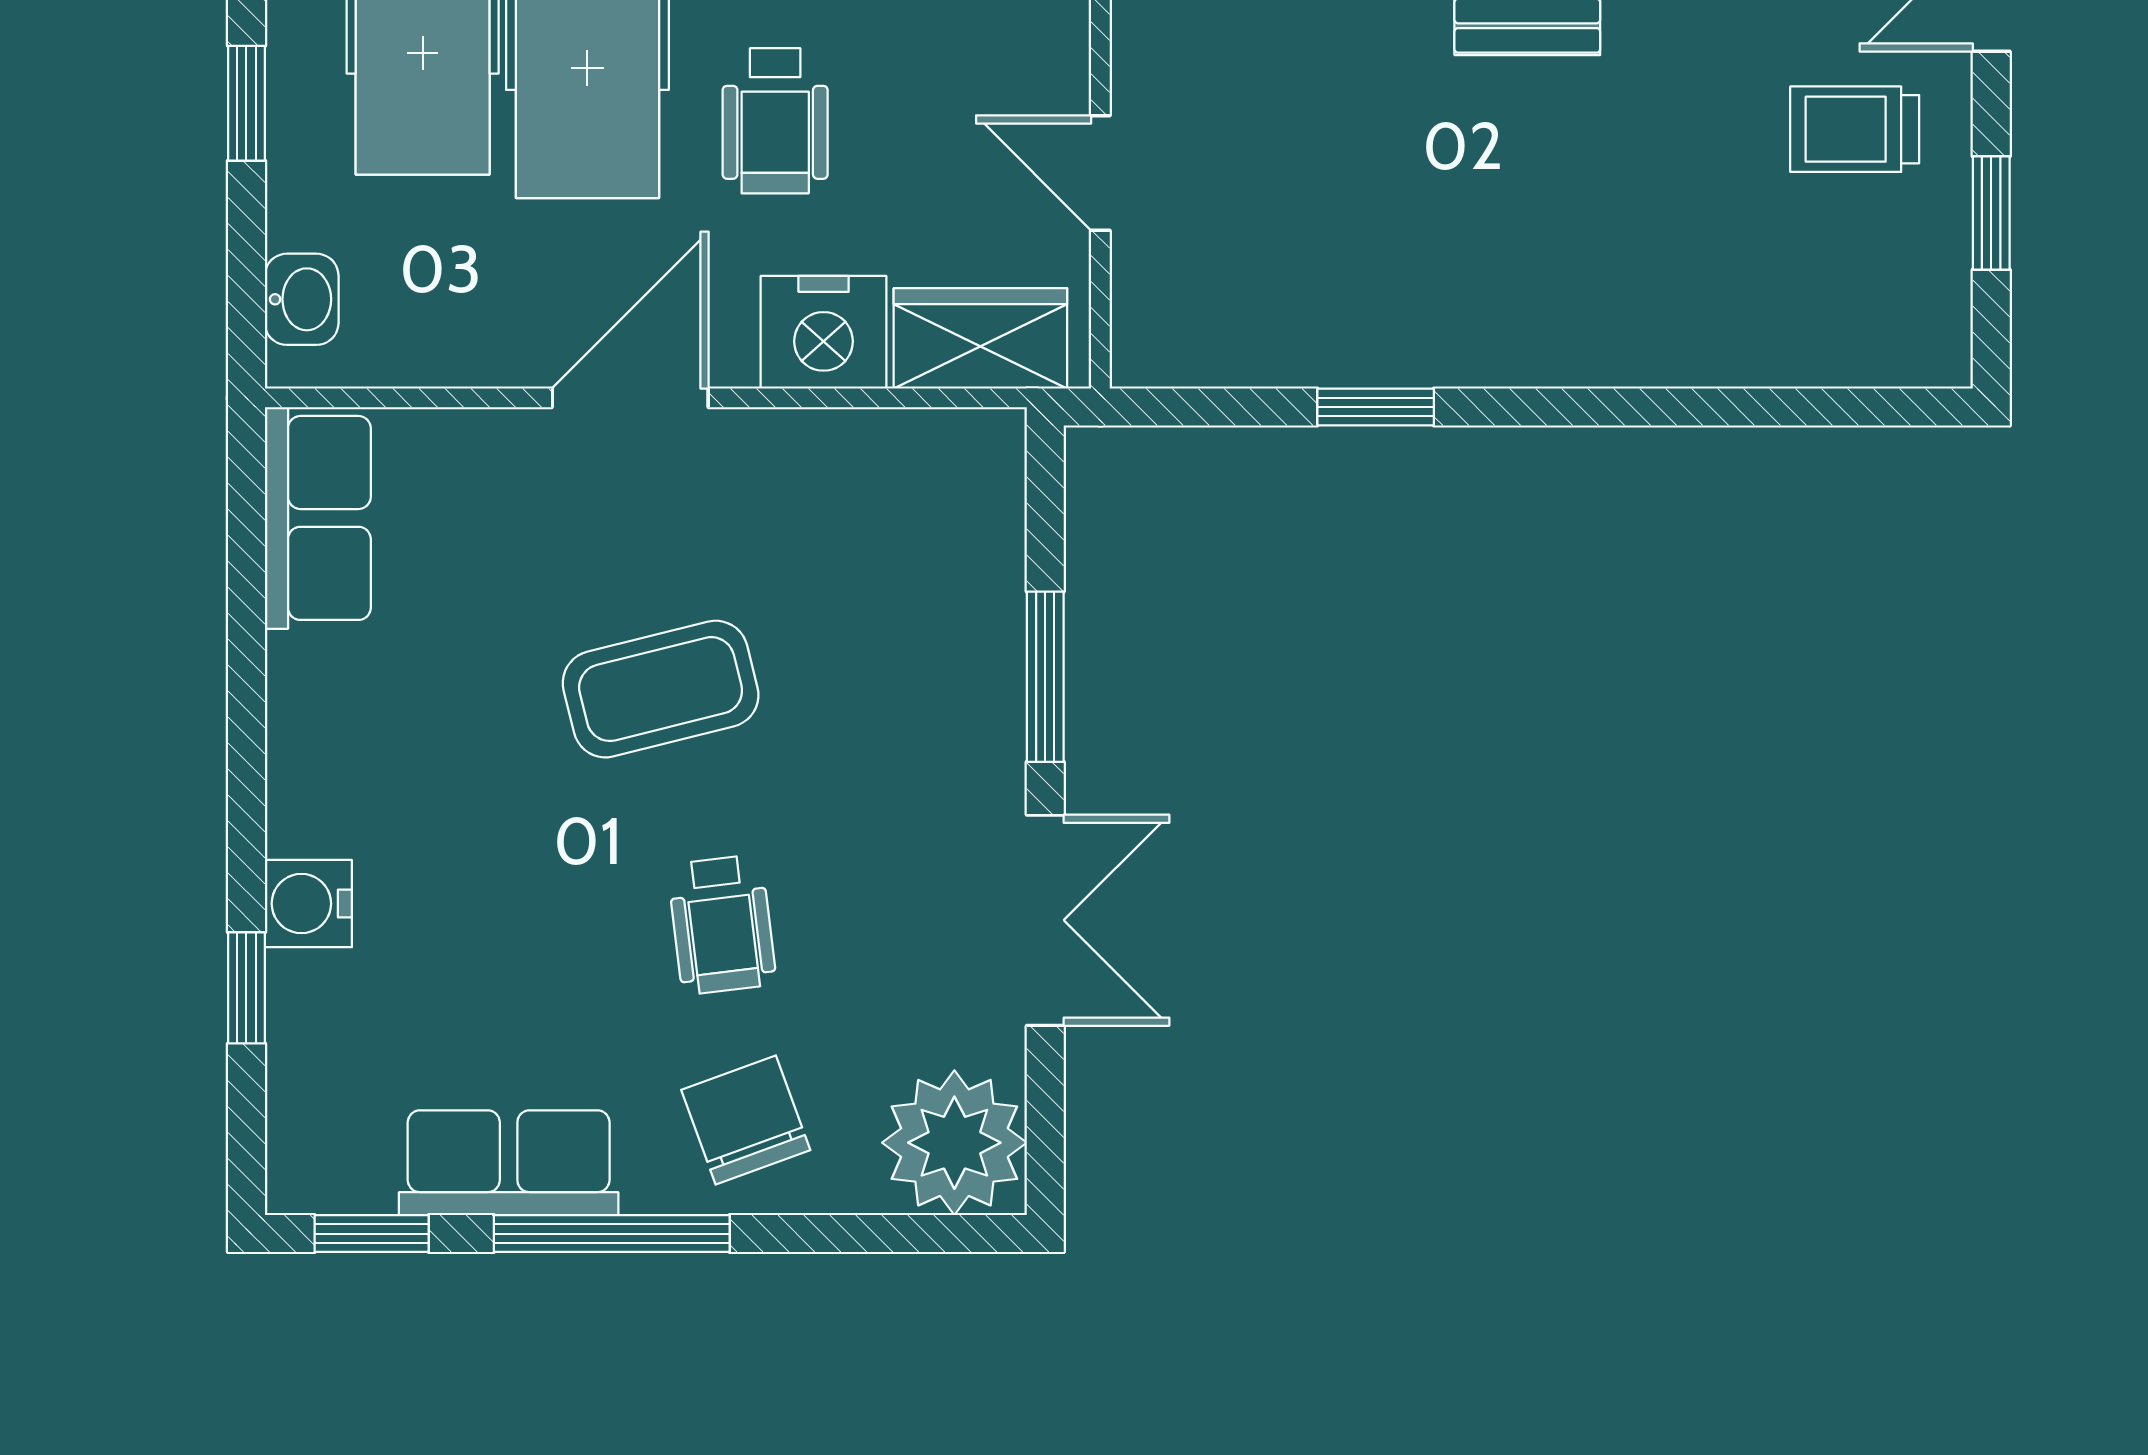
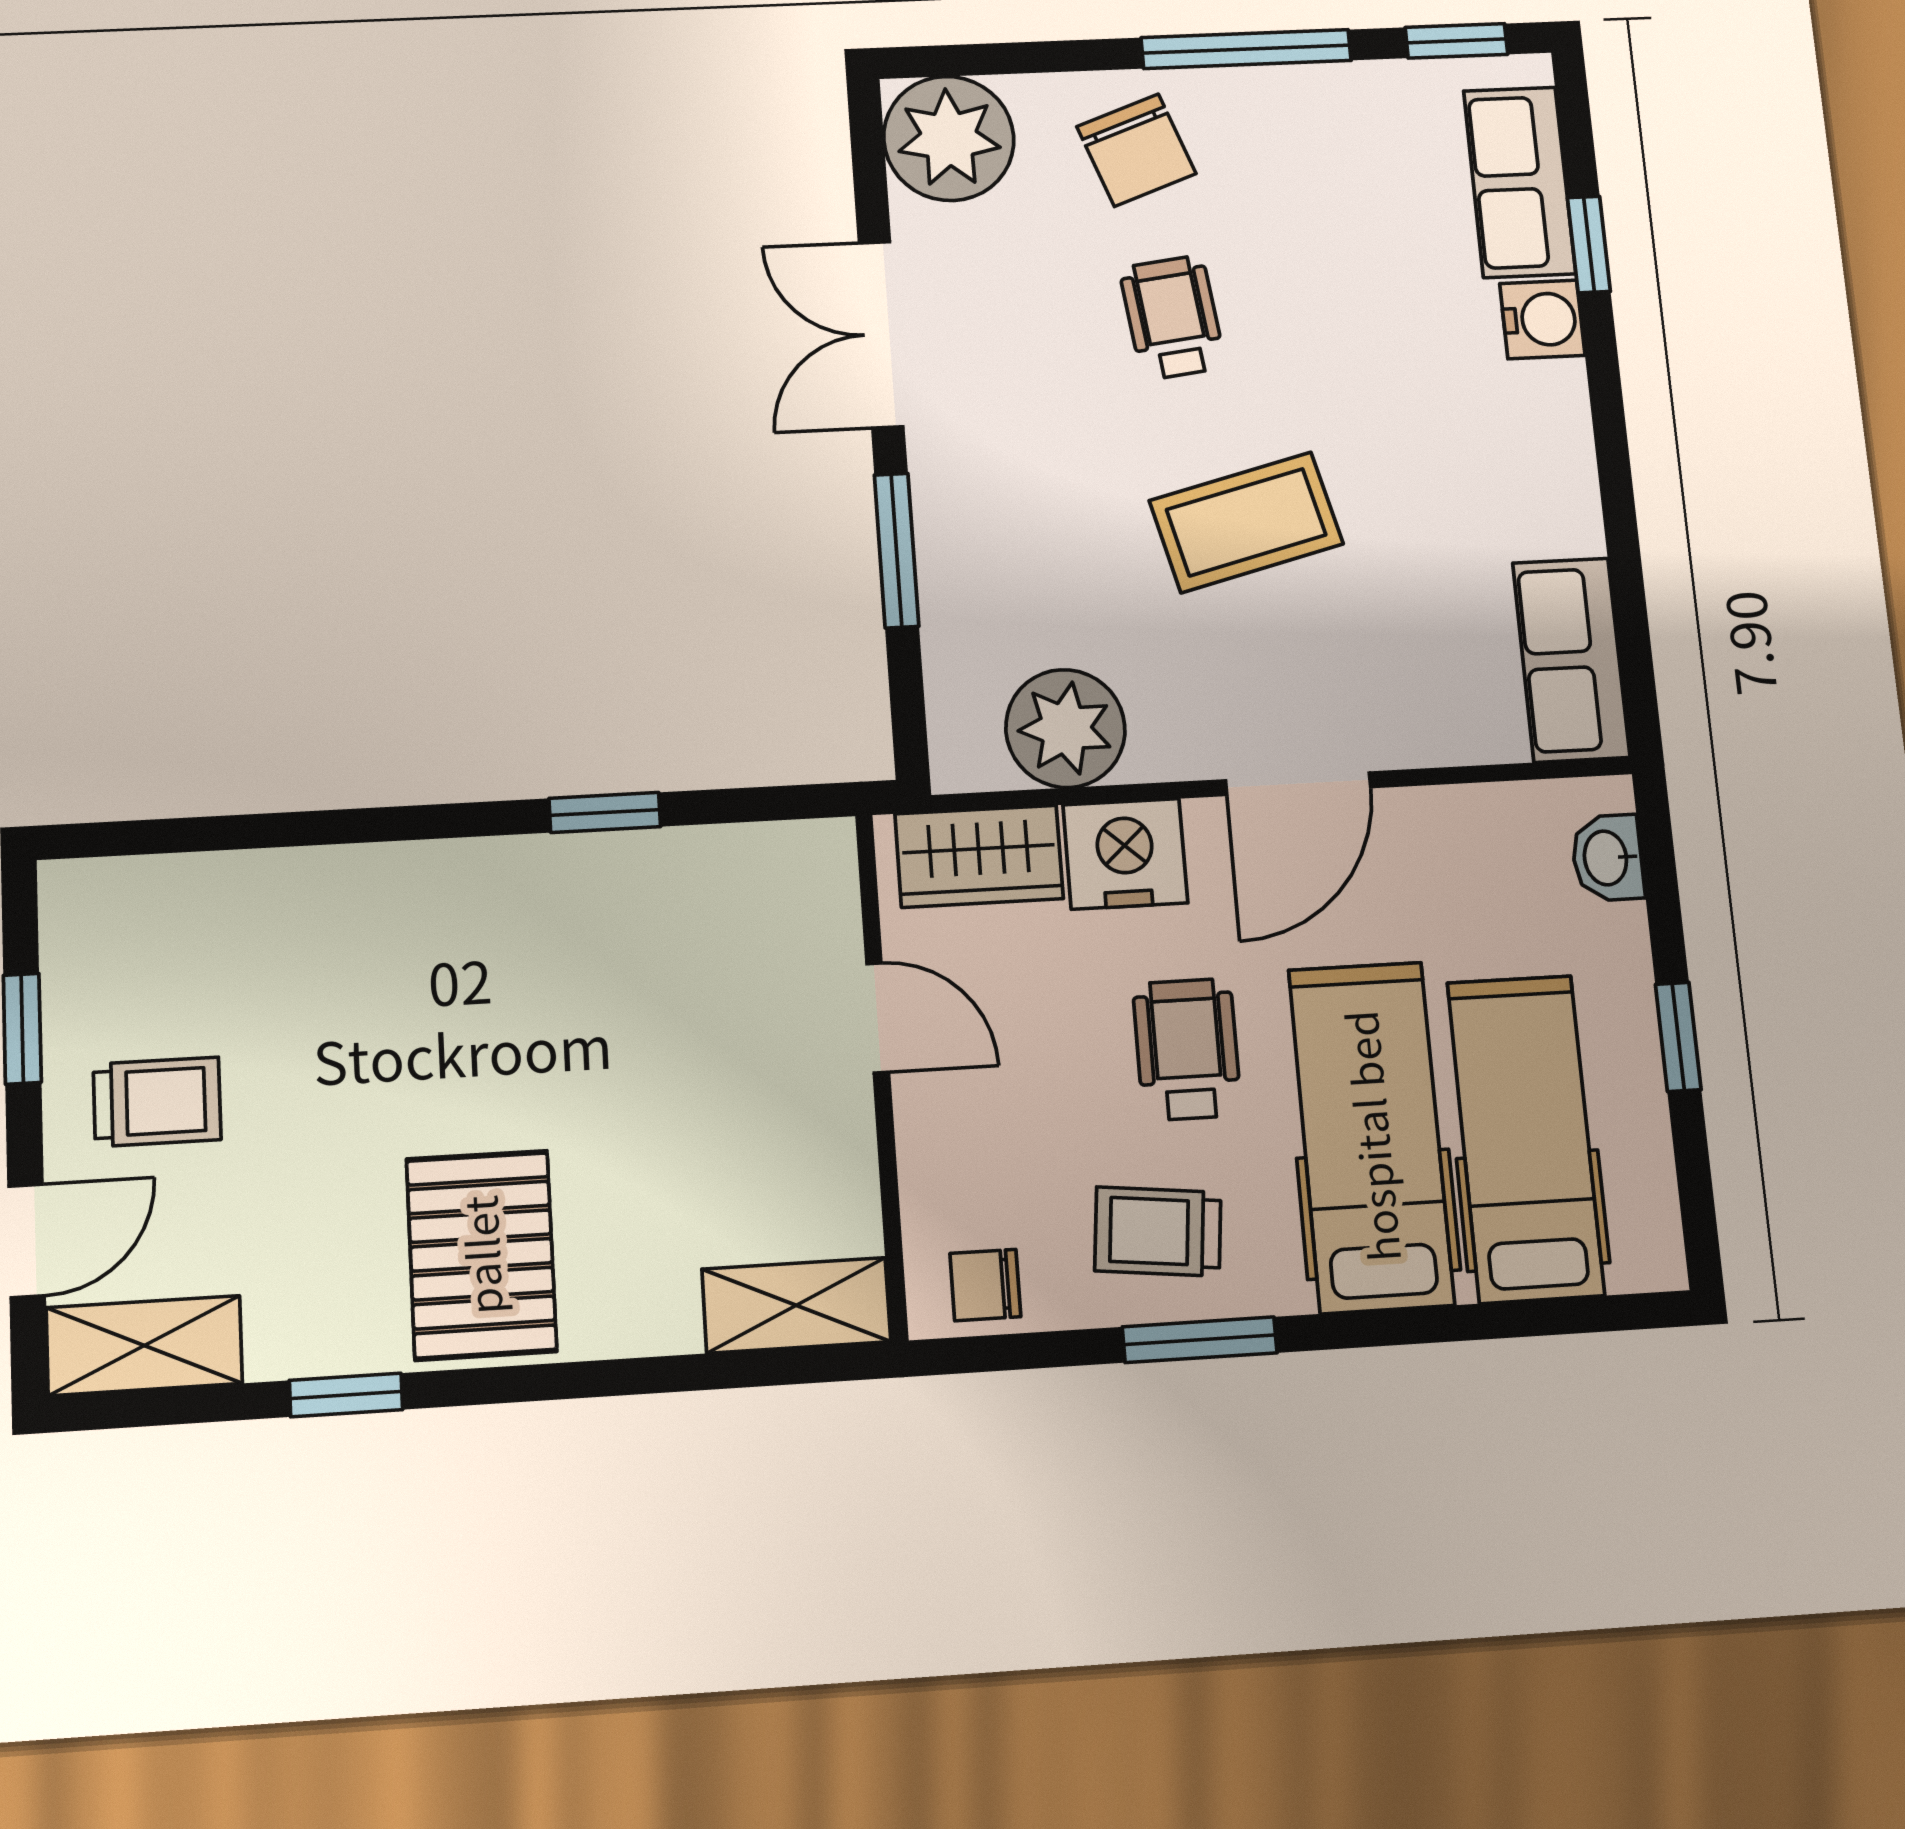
plant: (877, 472) -> (1065, 728), added
row of seats: (509, 1163) -> (1519, 182), moved, turned 90

